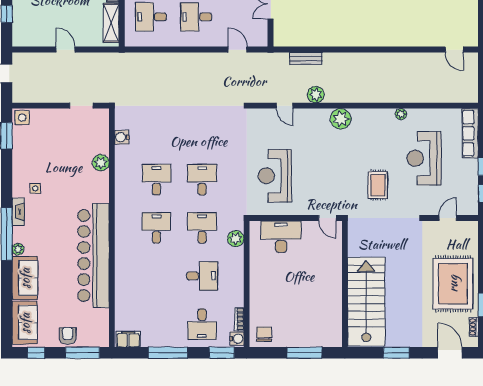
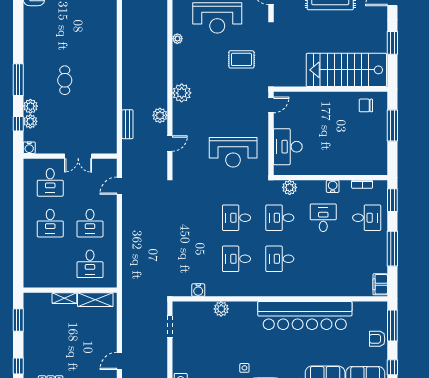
door: (65, 50) -> (119, 361), moved
chair: (264, 334) -> (366, 105), moved
water cooler: (237, 339) -> (333, 186), moved

